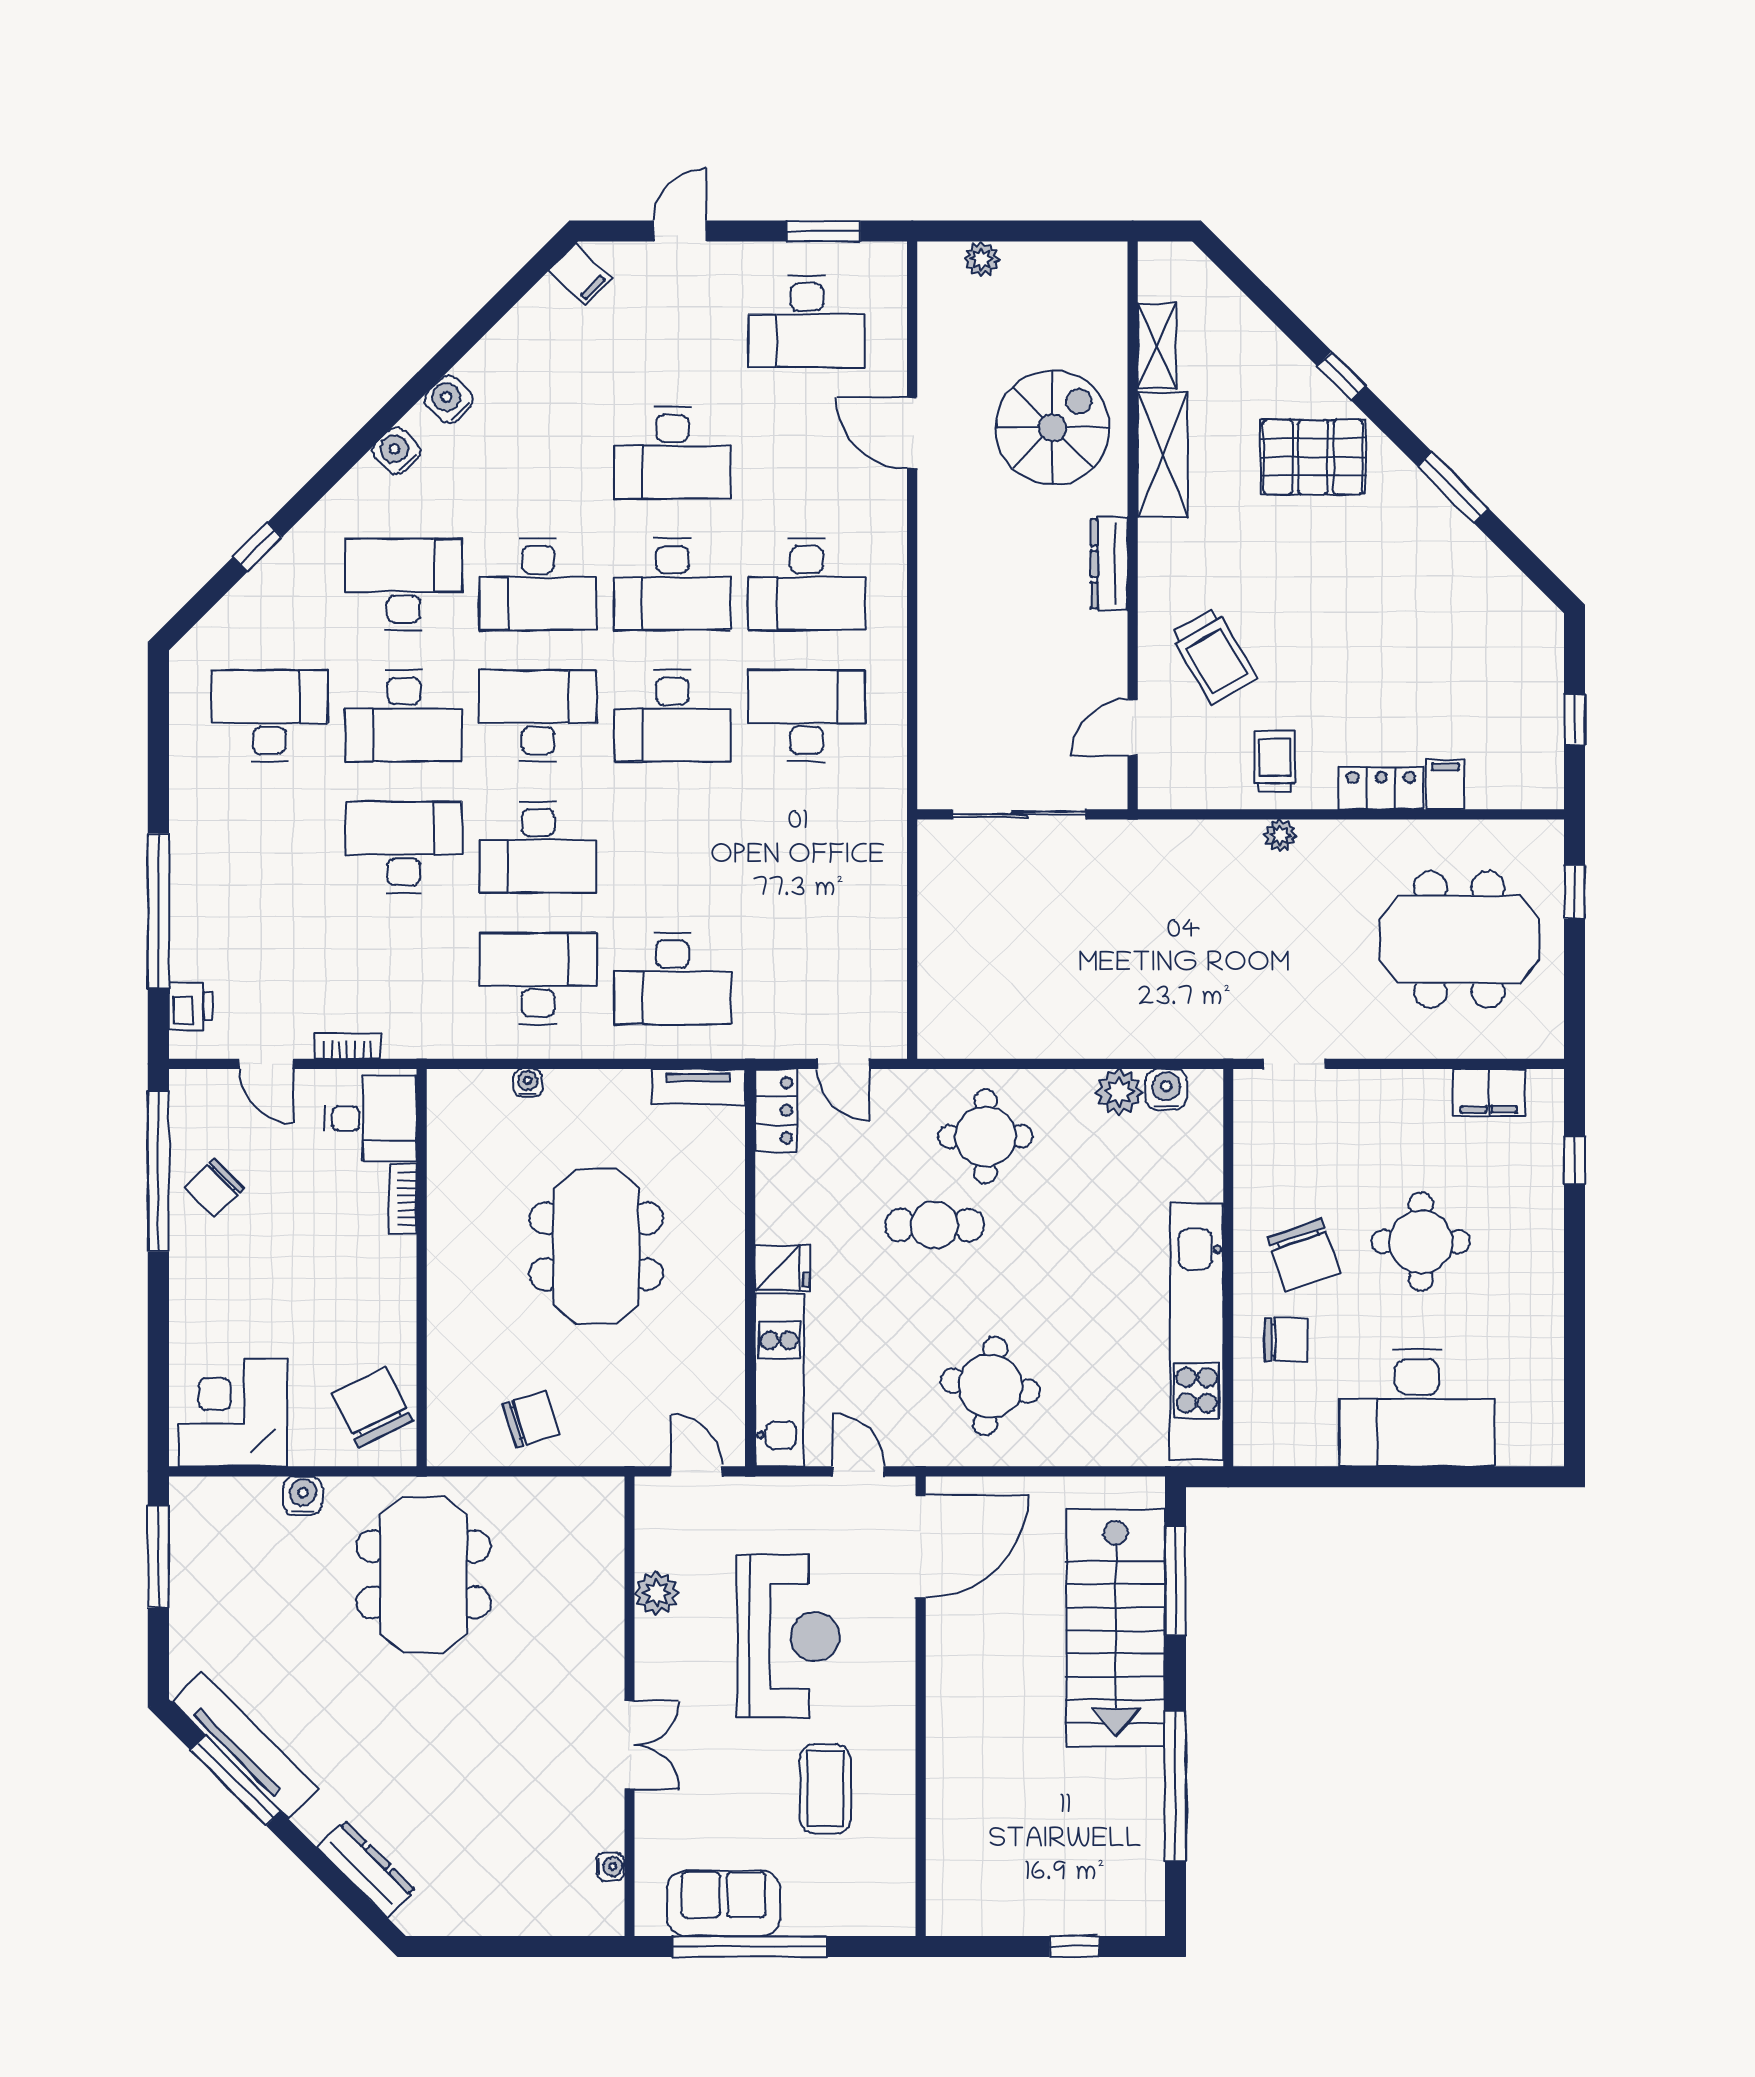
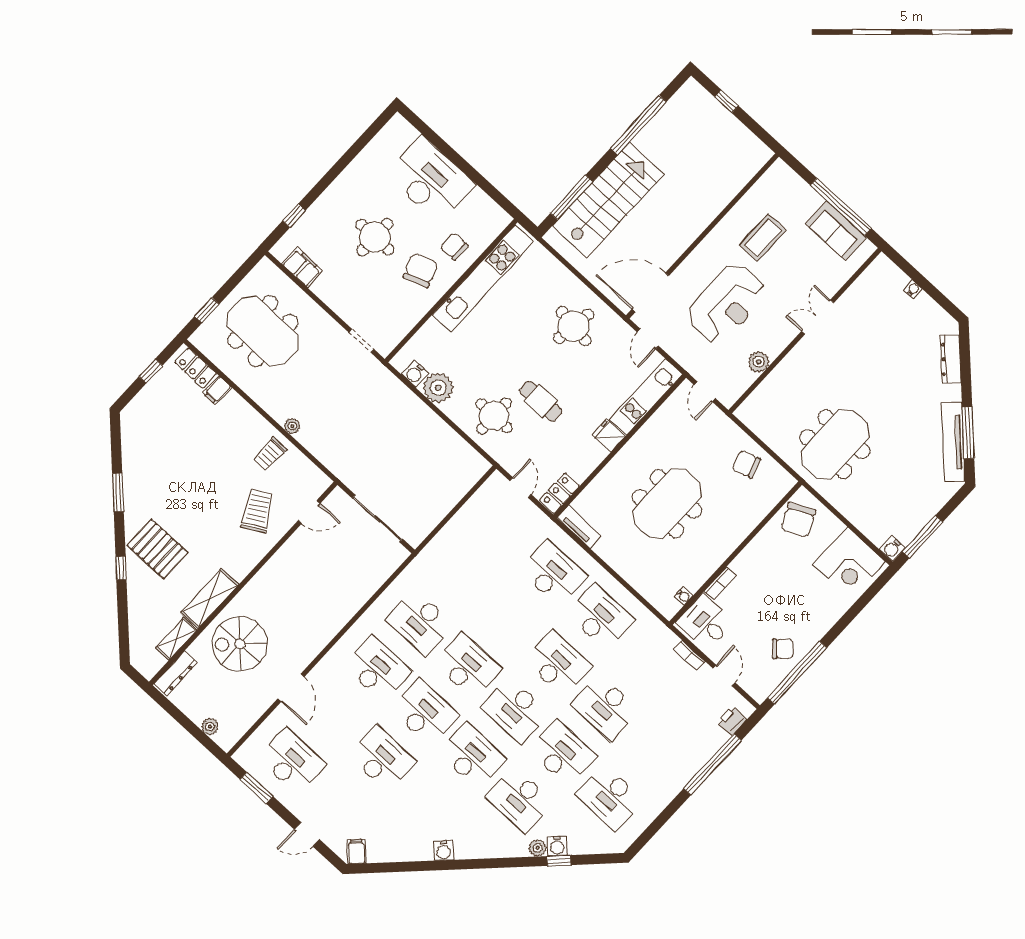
water cooler: (396, 451) -> (557, 846), moved
plant: (308, 536) -> (538, 848), added
dresser: (1109, 564) -> (176, 673), moved
locker: (1381, 788) -> (196, 368), moved
desk: (538, 979) -> (600, 617), turned 180
water cooler: (528, 1083) -> (684, 596), moved, turned -90
plant: (1119, 1092) -> (438, 388), width x1.36, depth x1.36
water cooler: (303, 1496) -> (892, 549), moved
reception desk: (788, 1637) -> (726, 304), turned 180
water cooler: (610, 1867) -> (913, 289), moved, turned 90

